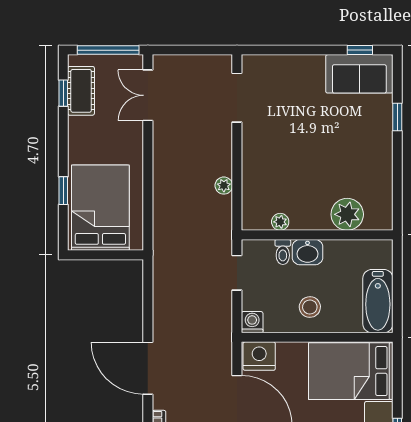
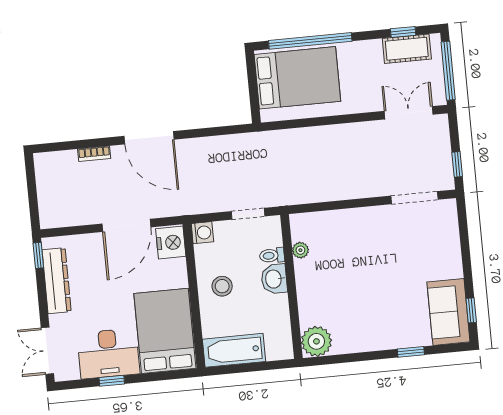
window: (206, 50) -> (457, 164), added
plant: (224, 186) -> (330, 193), removed
window: (63, 191) -> (310, 41), width x3.17
plant: (347, 214) -> (316, 341), moved
door: (148, 368) -> (149, 138), swing flipped

